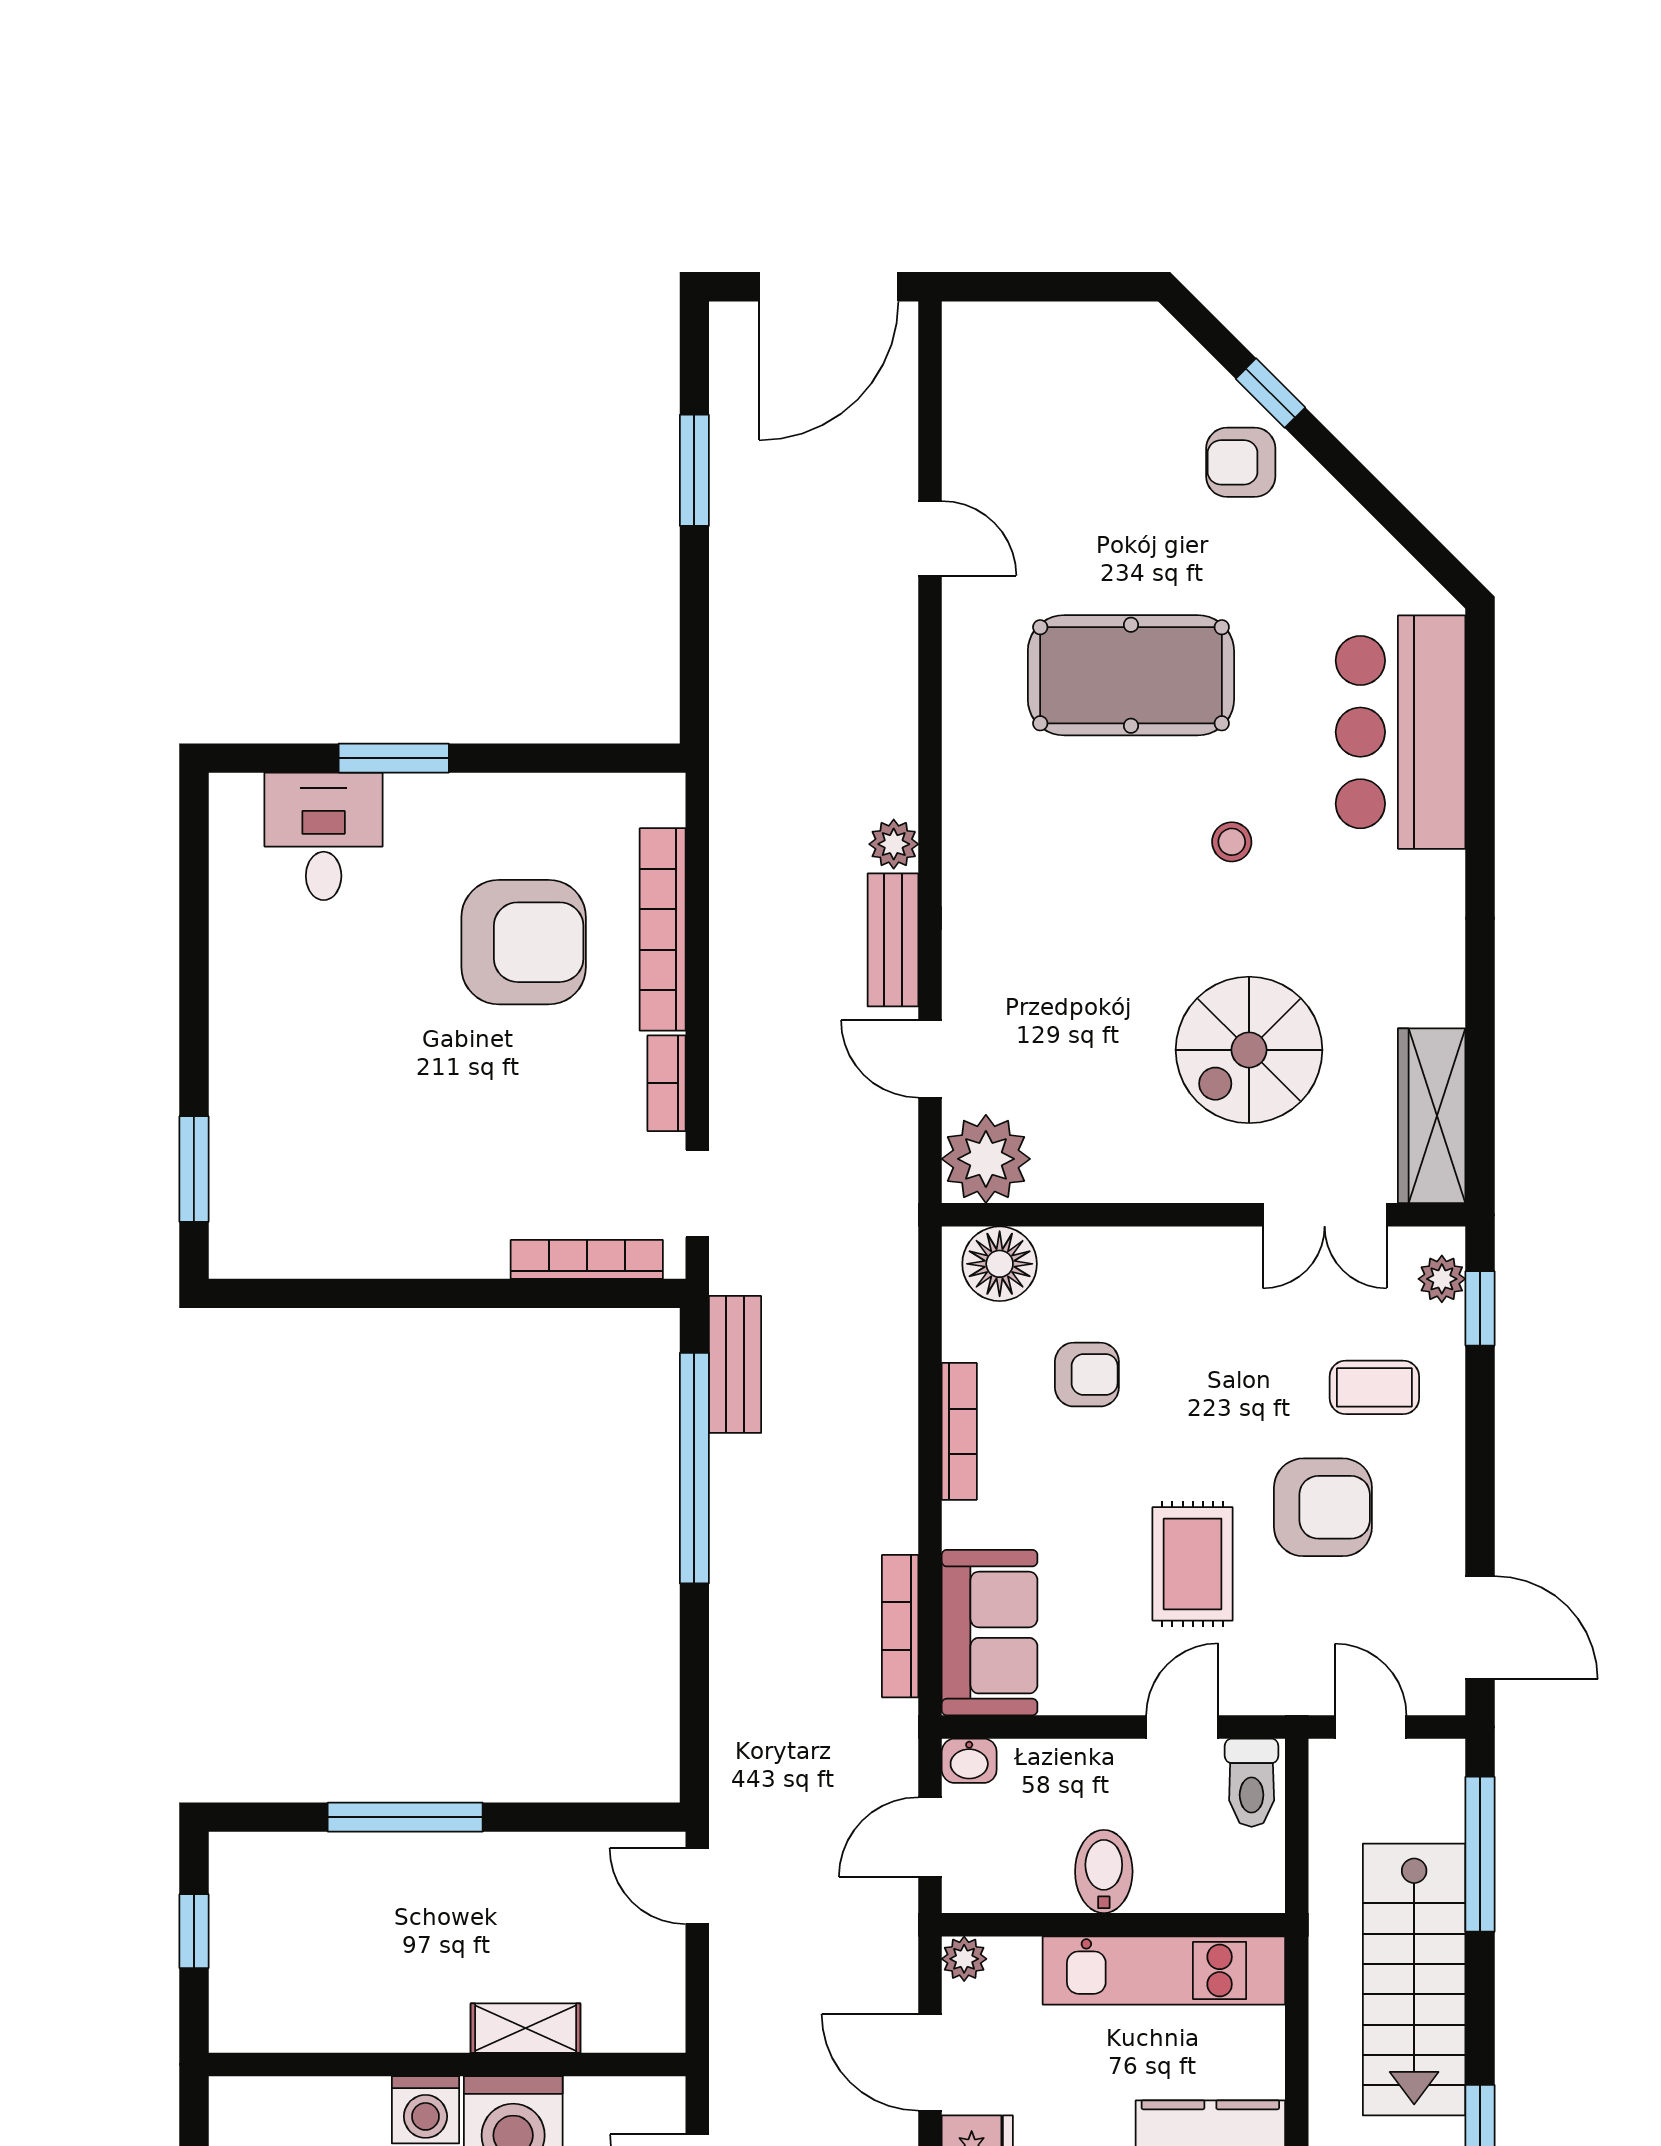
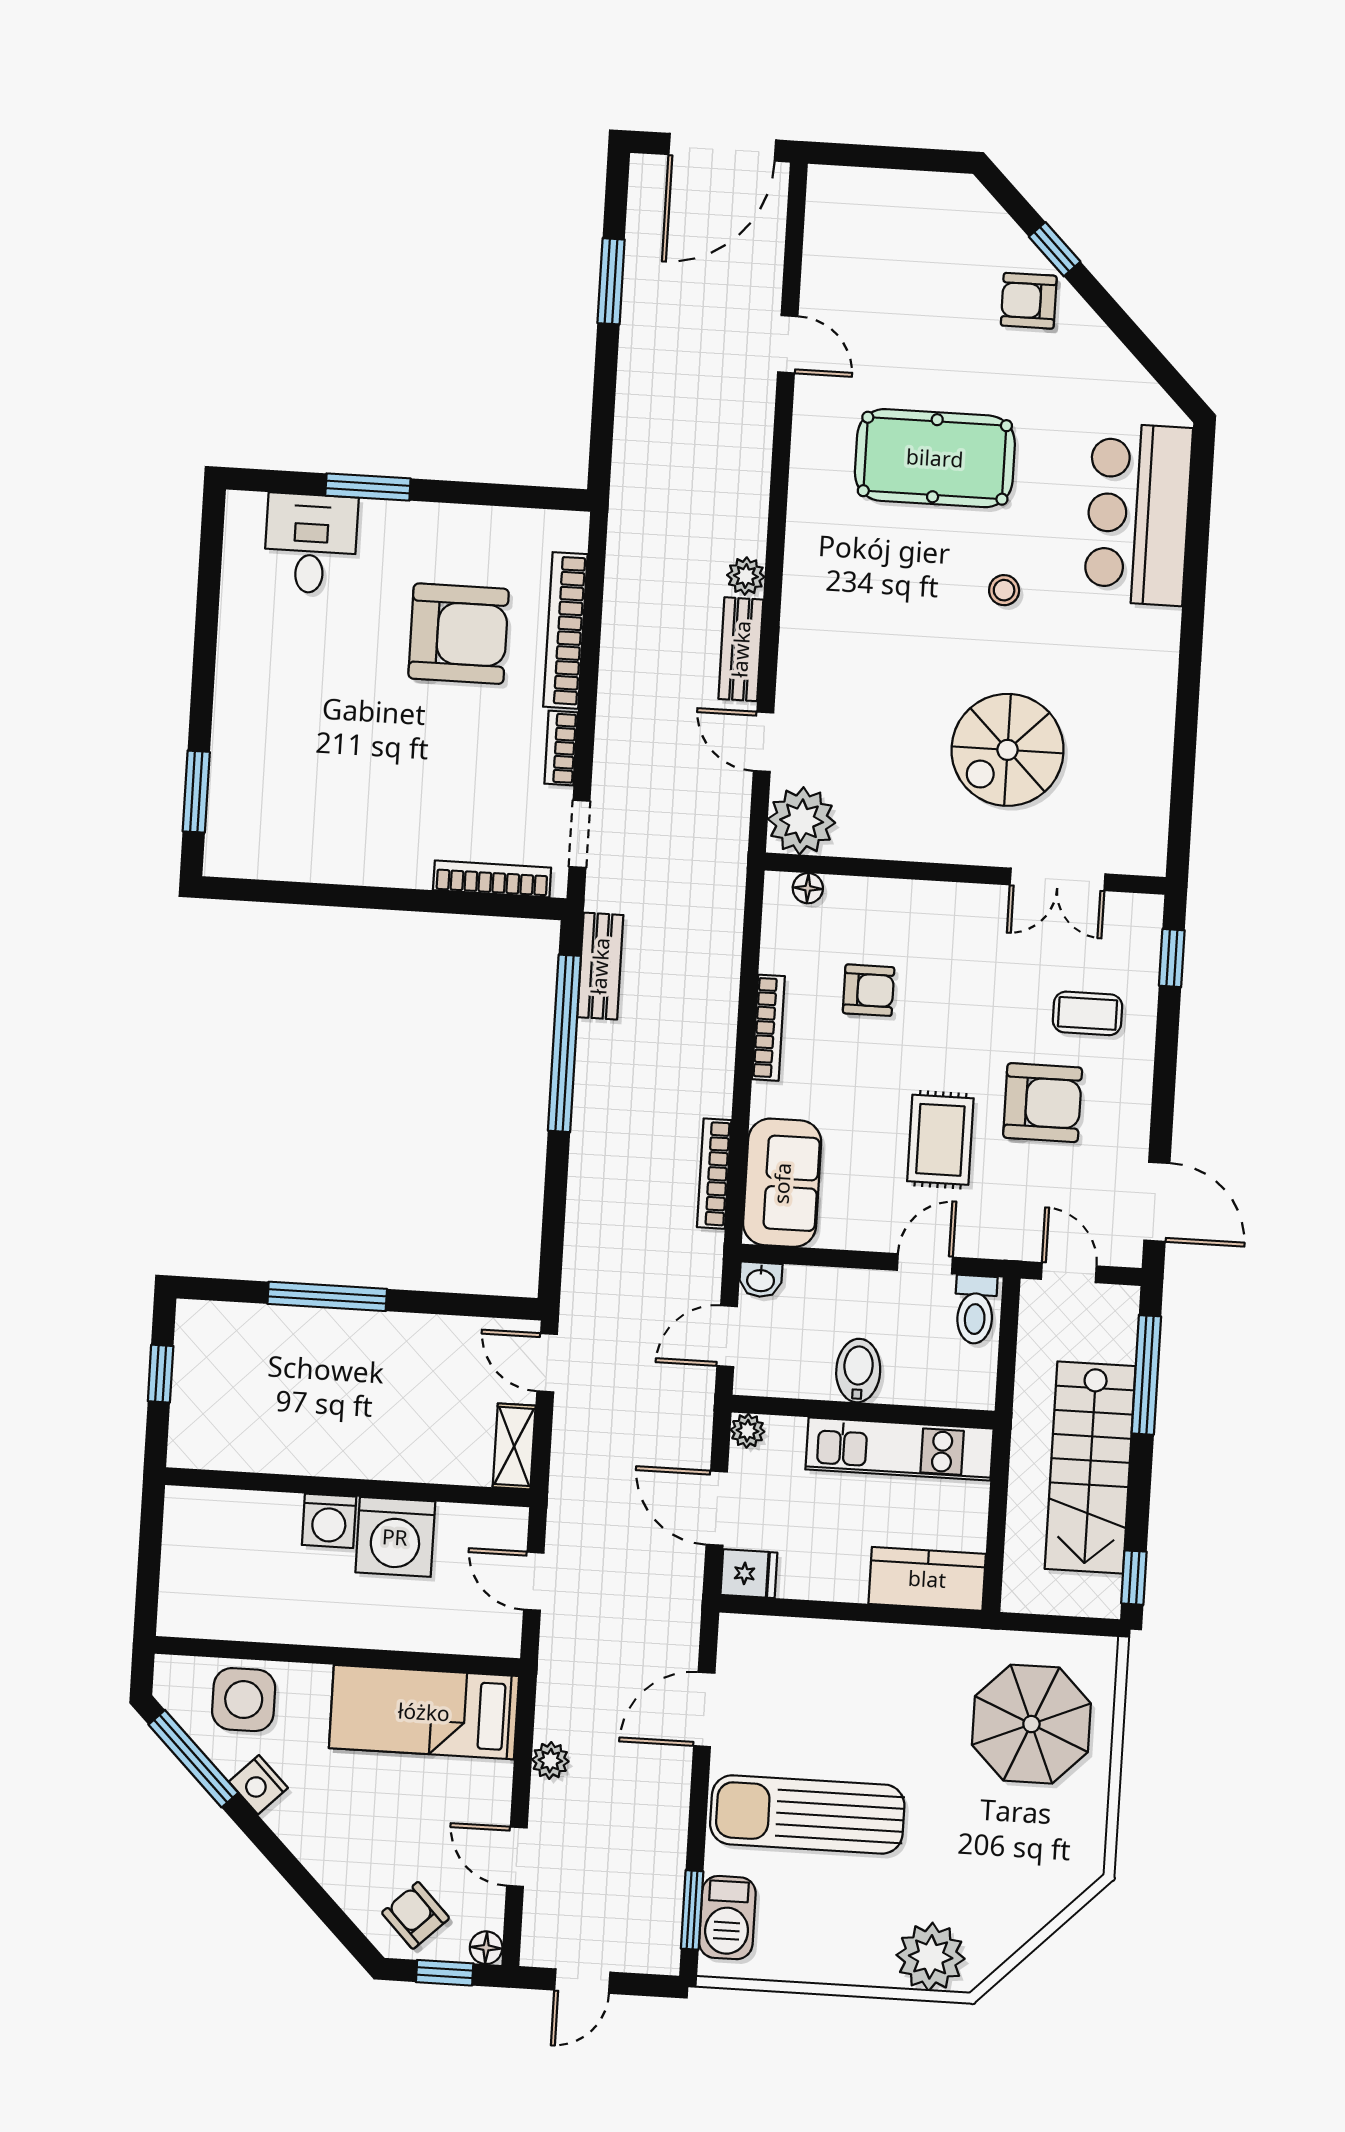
wardrobe: (1432, 1116) -> (1144, 809), removed
floor lamp: (1000, 1264) -> (808, 888), width x0.53, depth x0.53
plant: (1442, 1279) -> (1144, 934), removed
shelving: (526, 2028) -> (514, 1446), moved, turned 90

